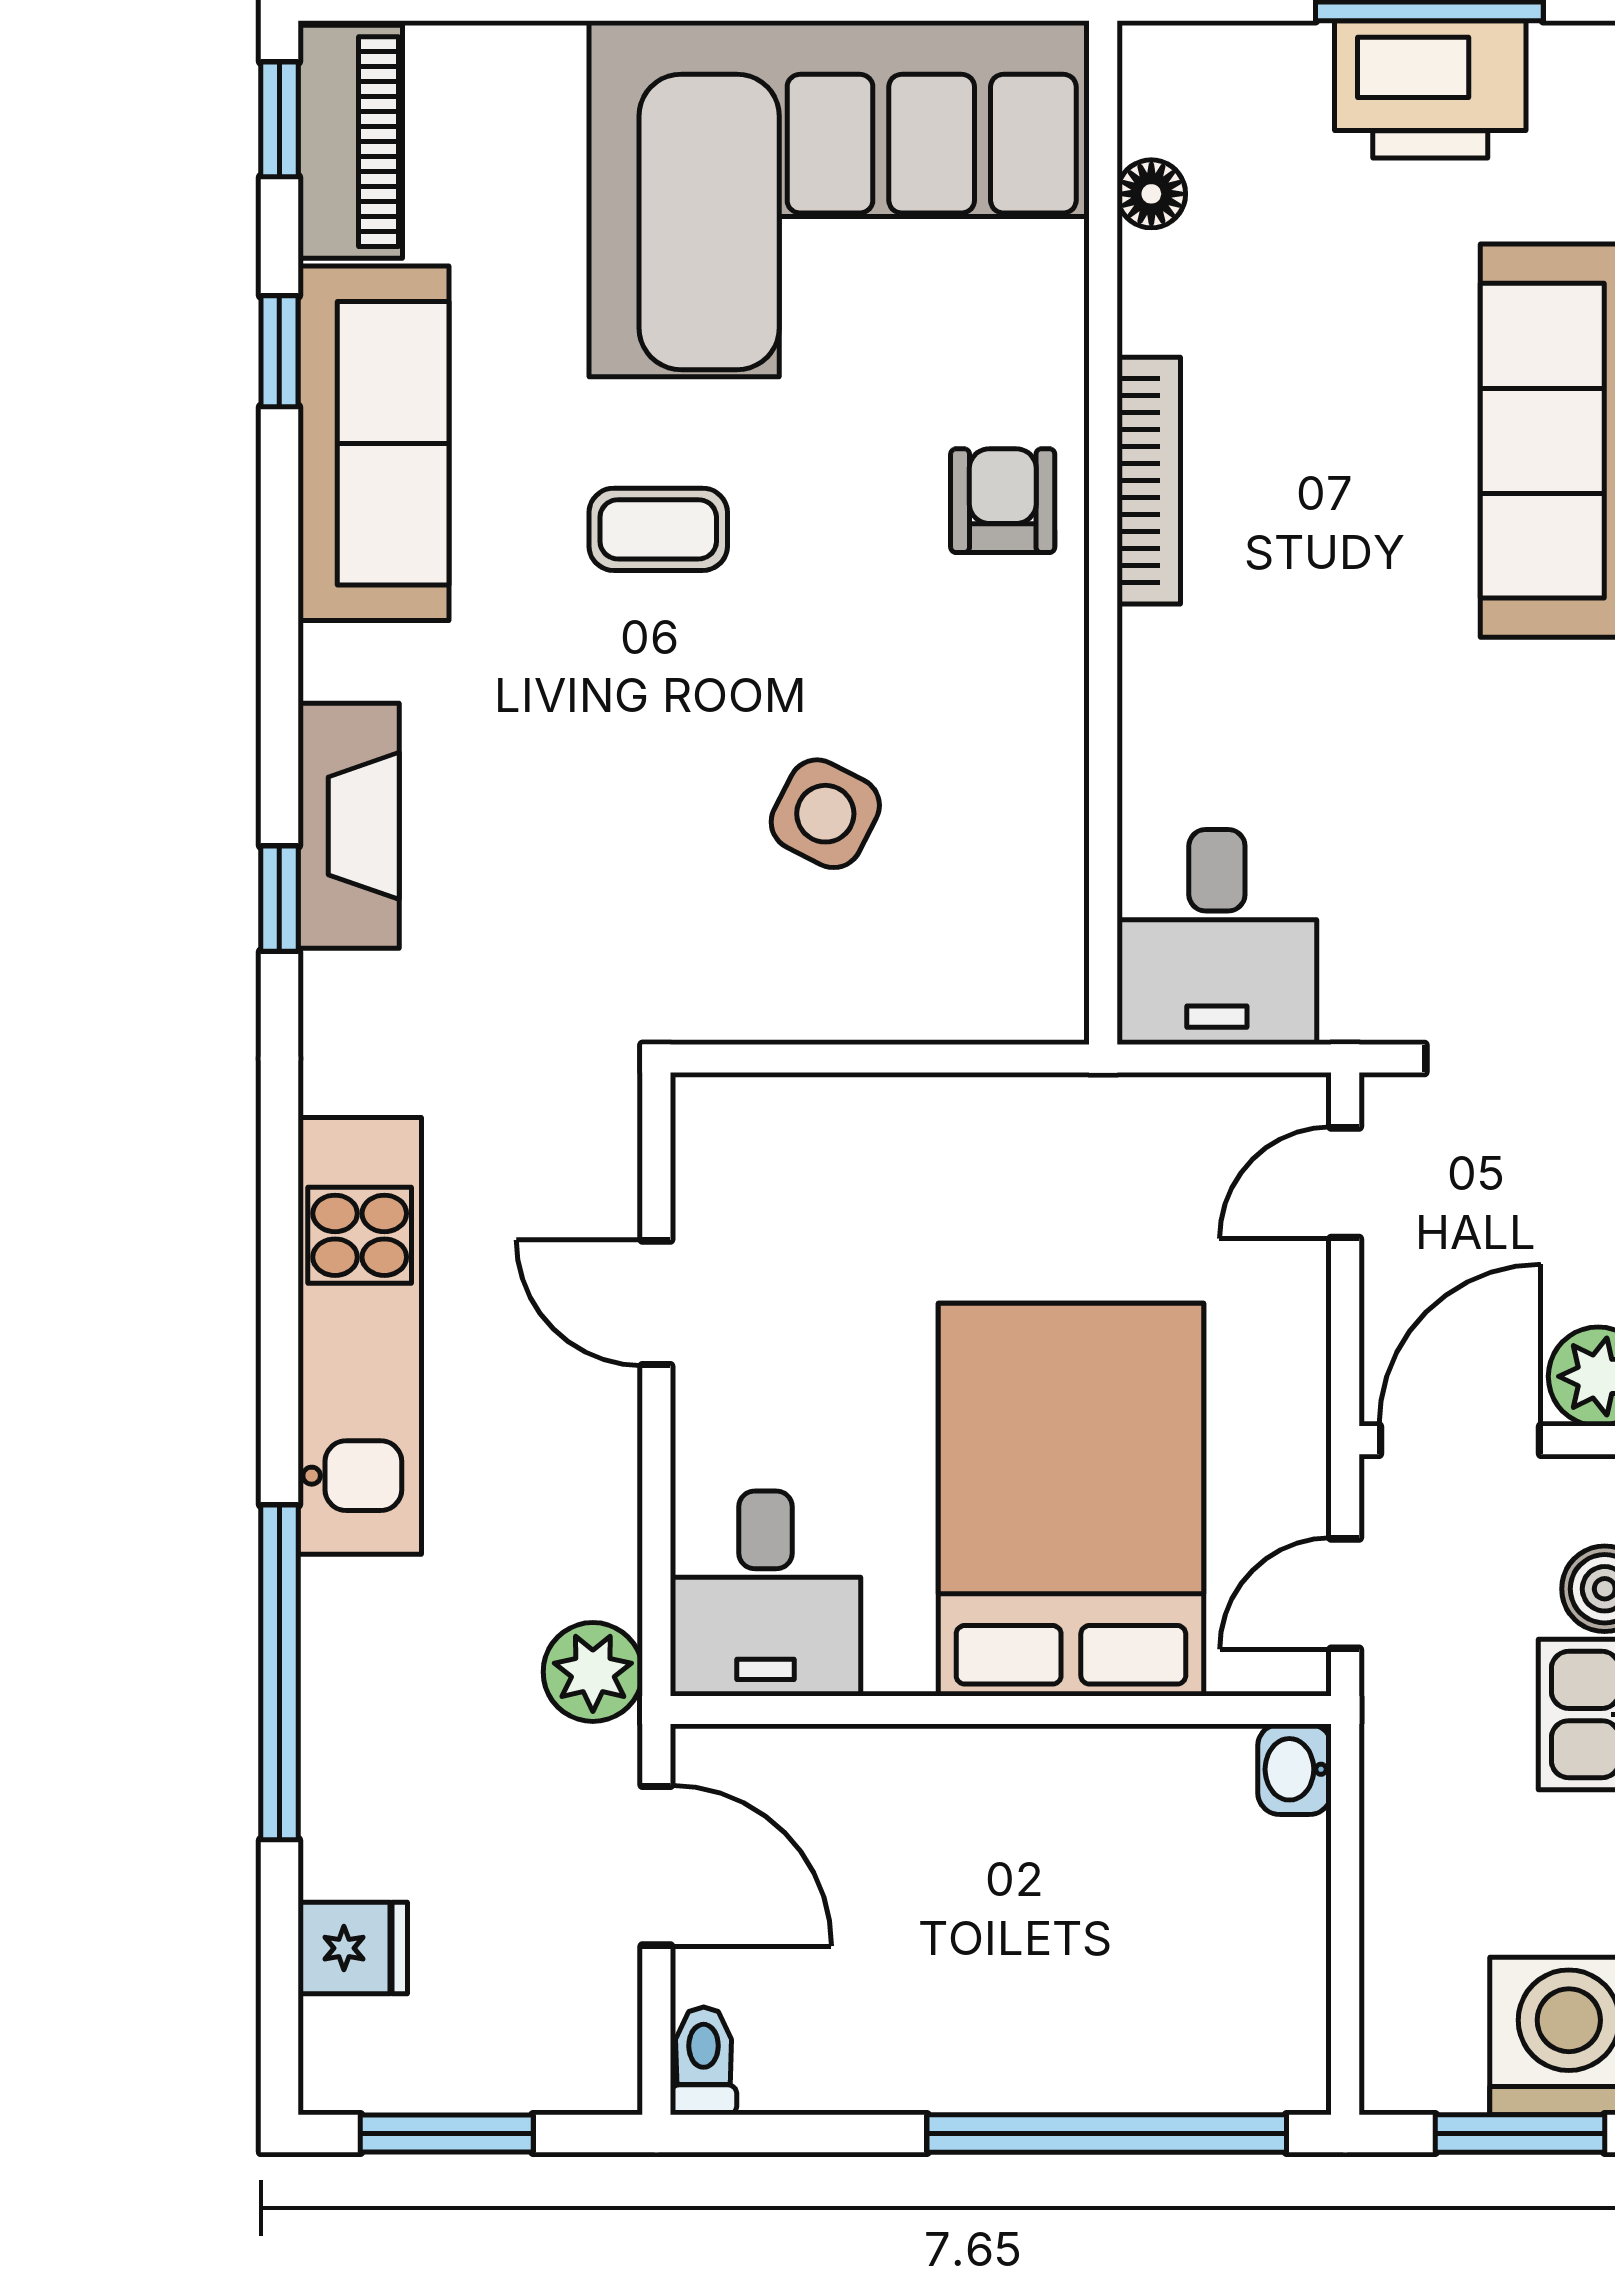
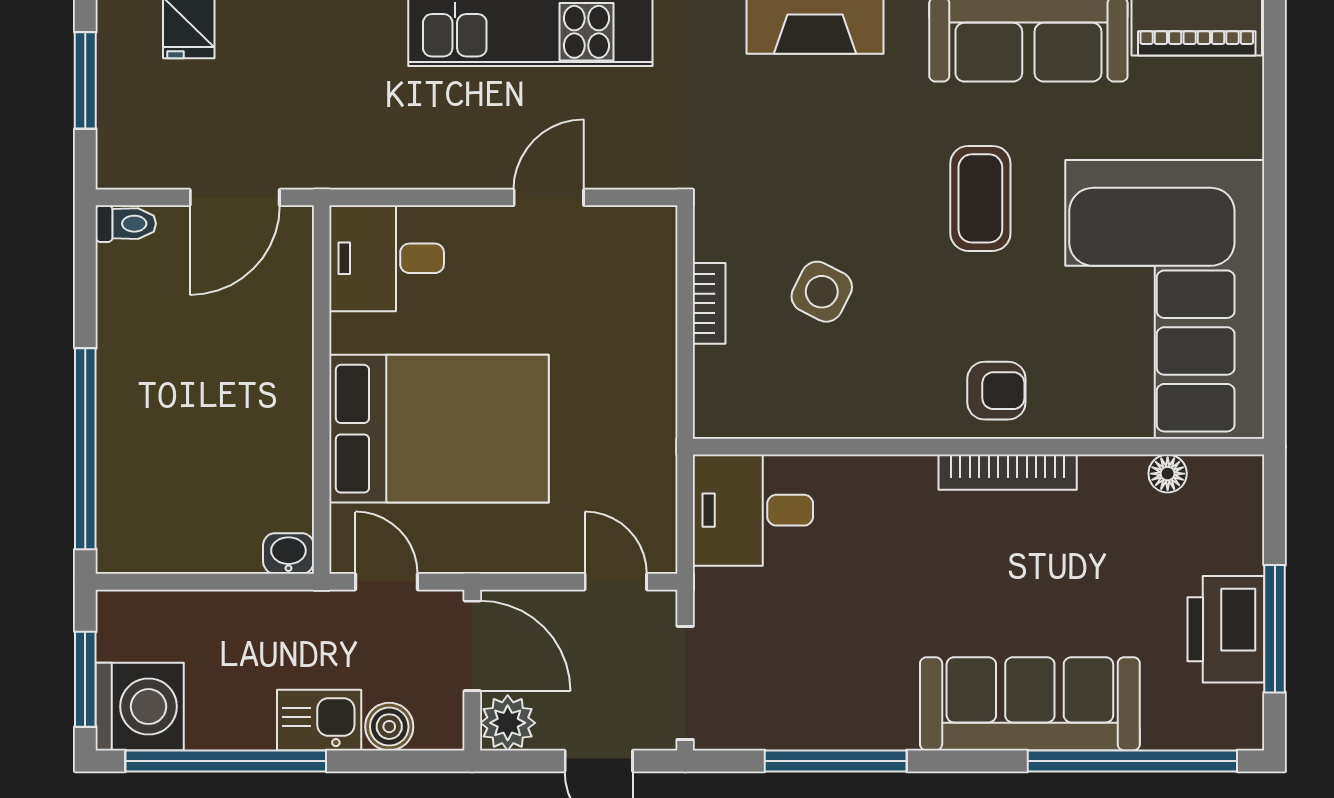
coffee table: (658, 529) -> (980, 198), width x1.36, depth x1.30
bookcase: (846, 1015) -> (709, 303), added
plant: (593, 1672) -> (343, 162), removed

